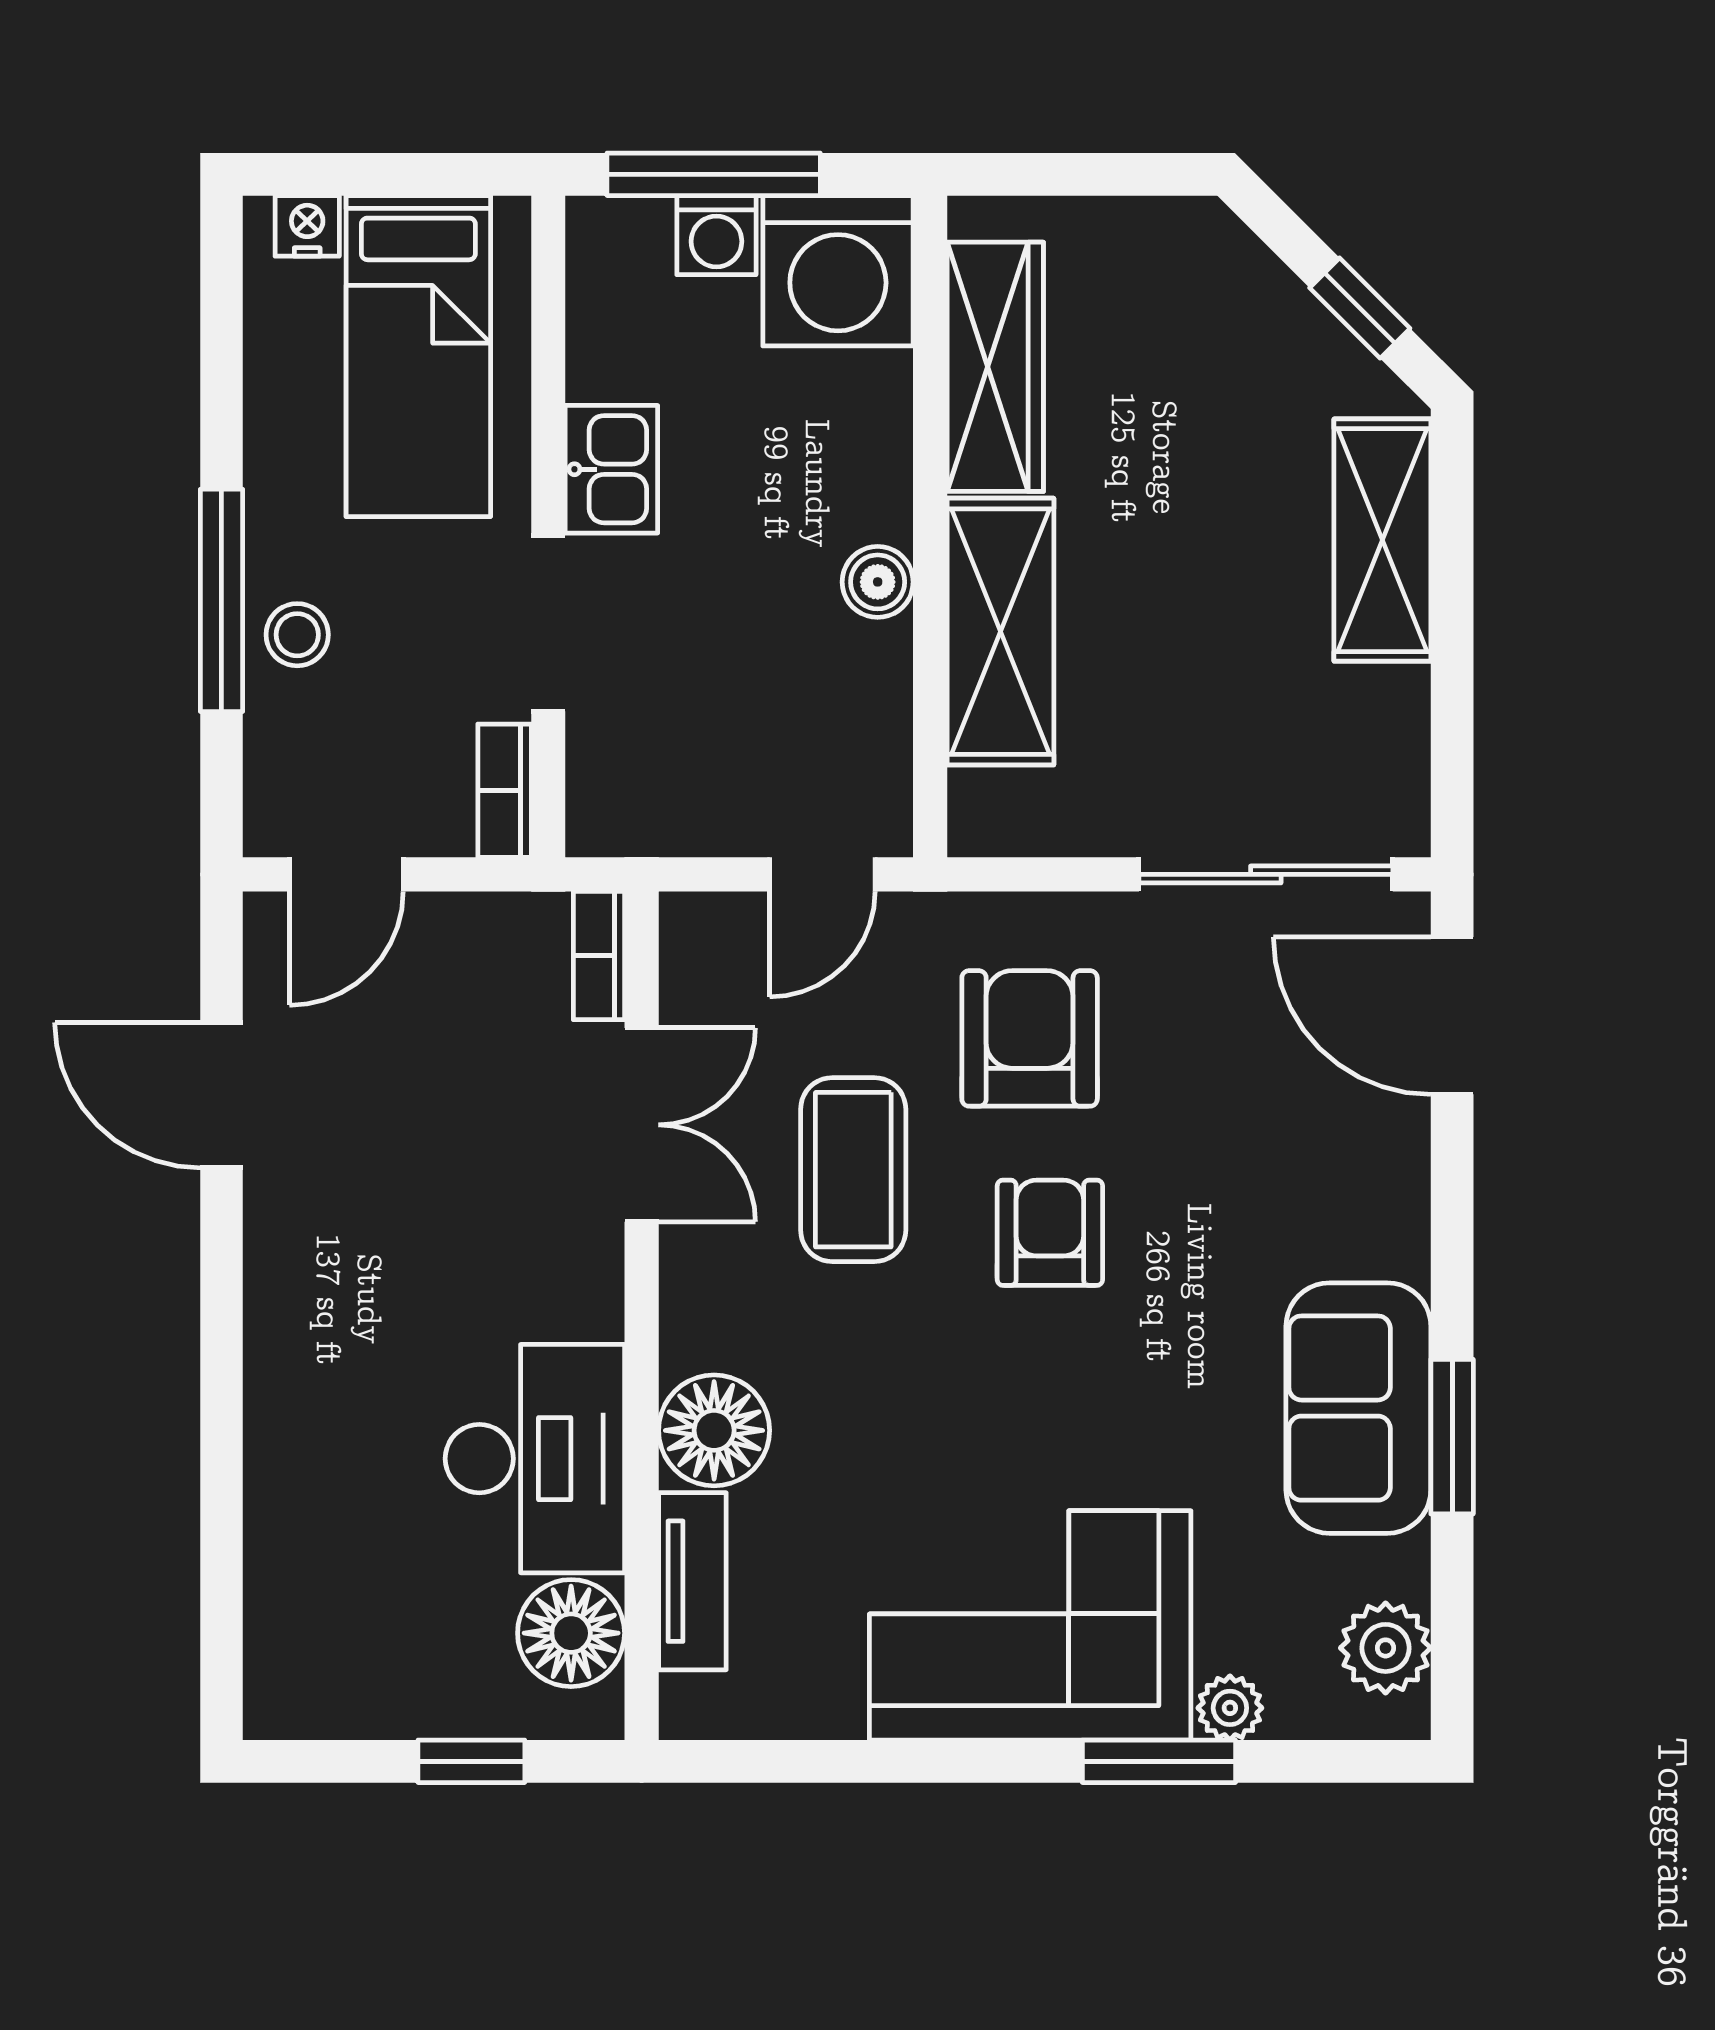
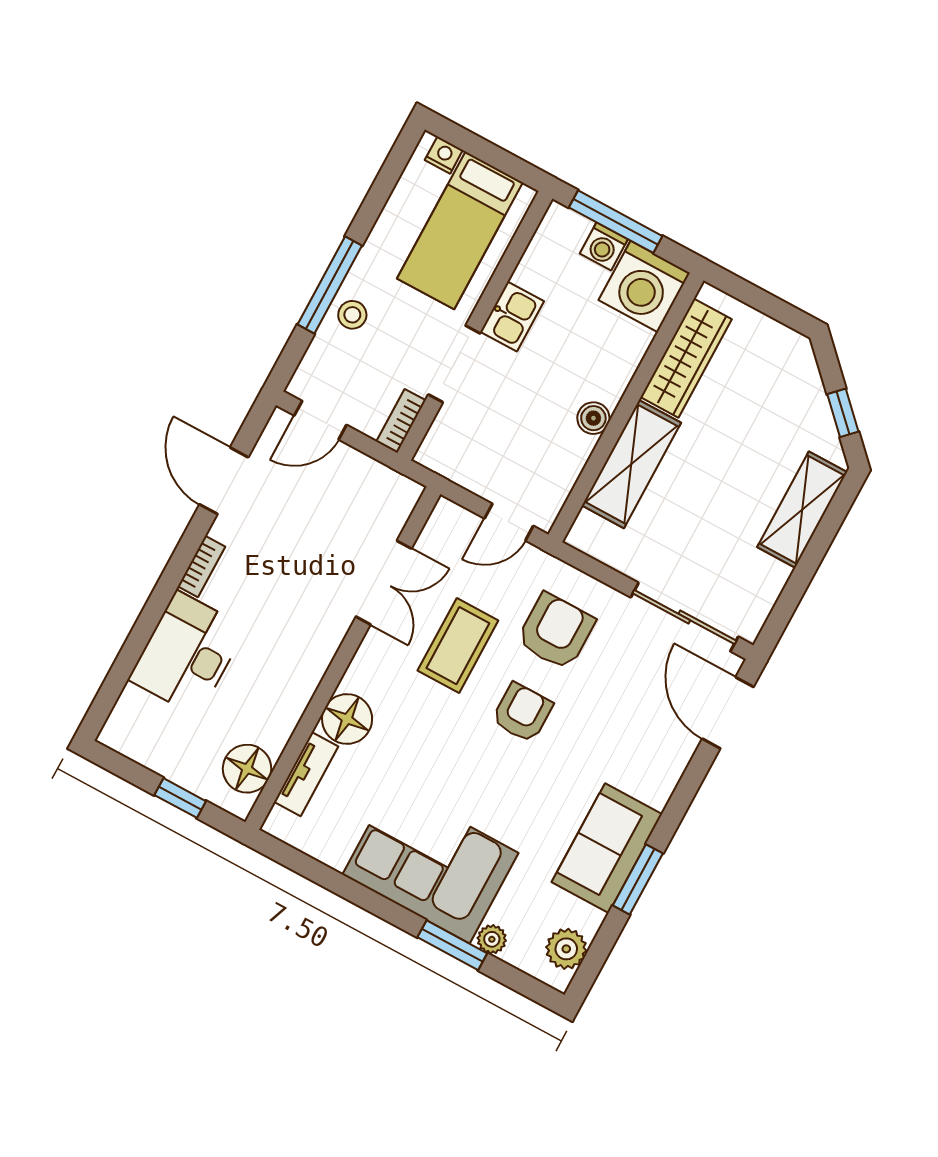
bookcase: (599, 956) -> (201, 567), moved, turned 180
desk: (535, 1459) -> (187, 654), moved, turned 180

